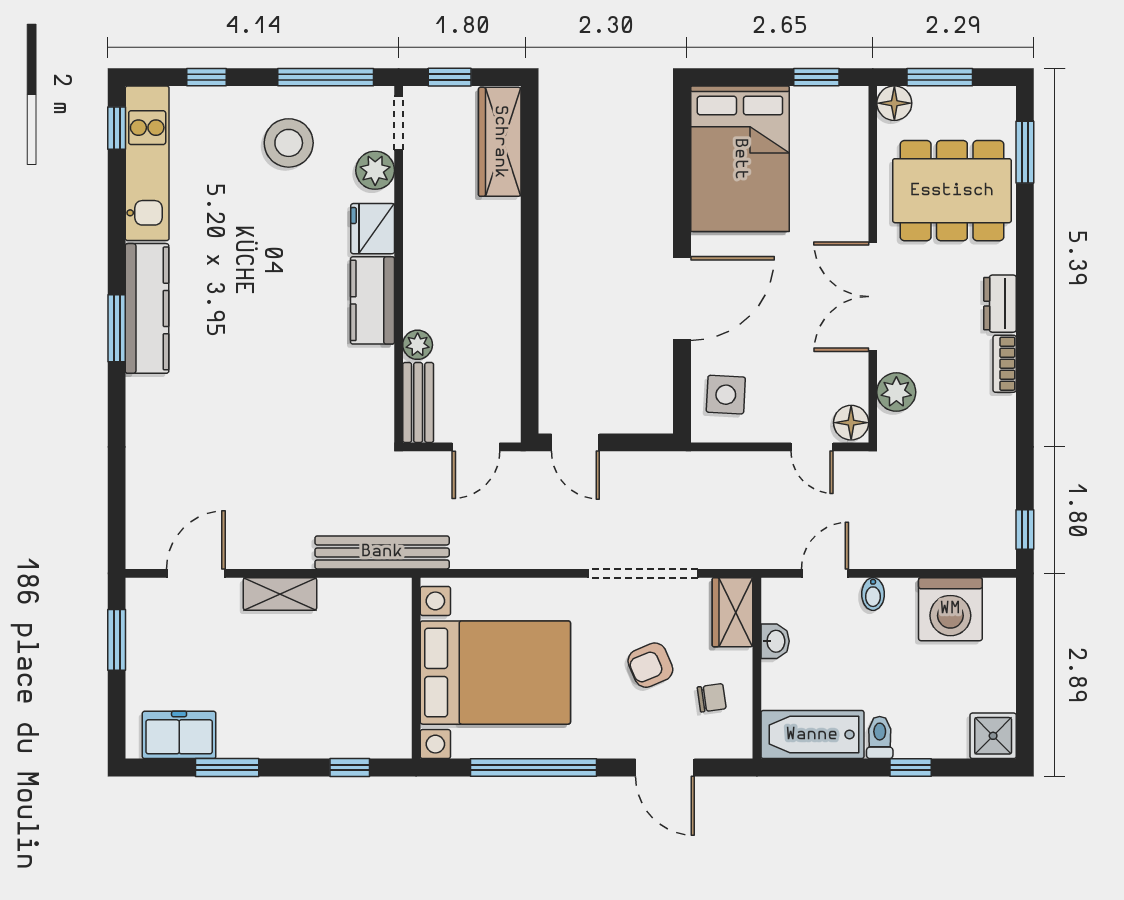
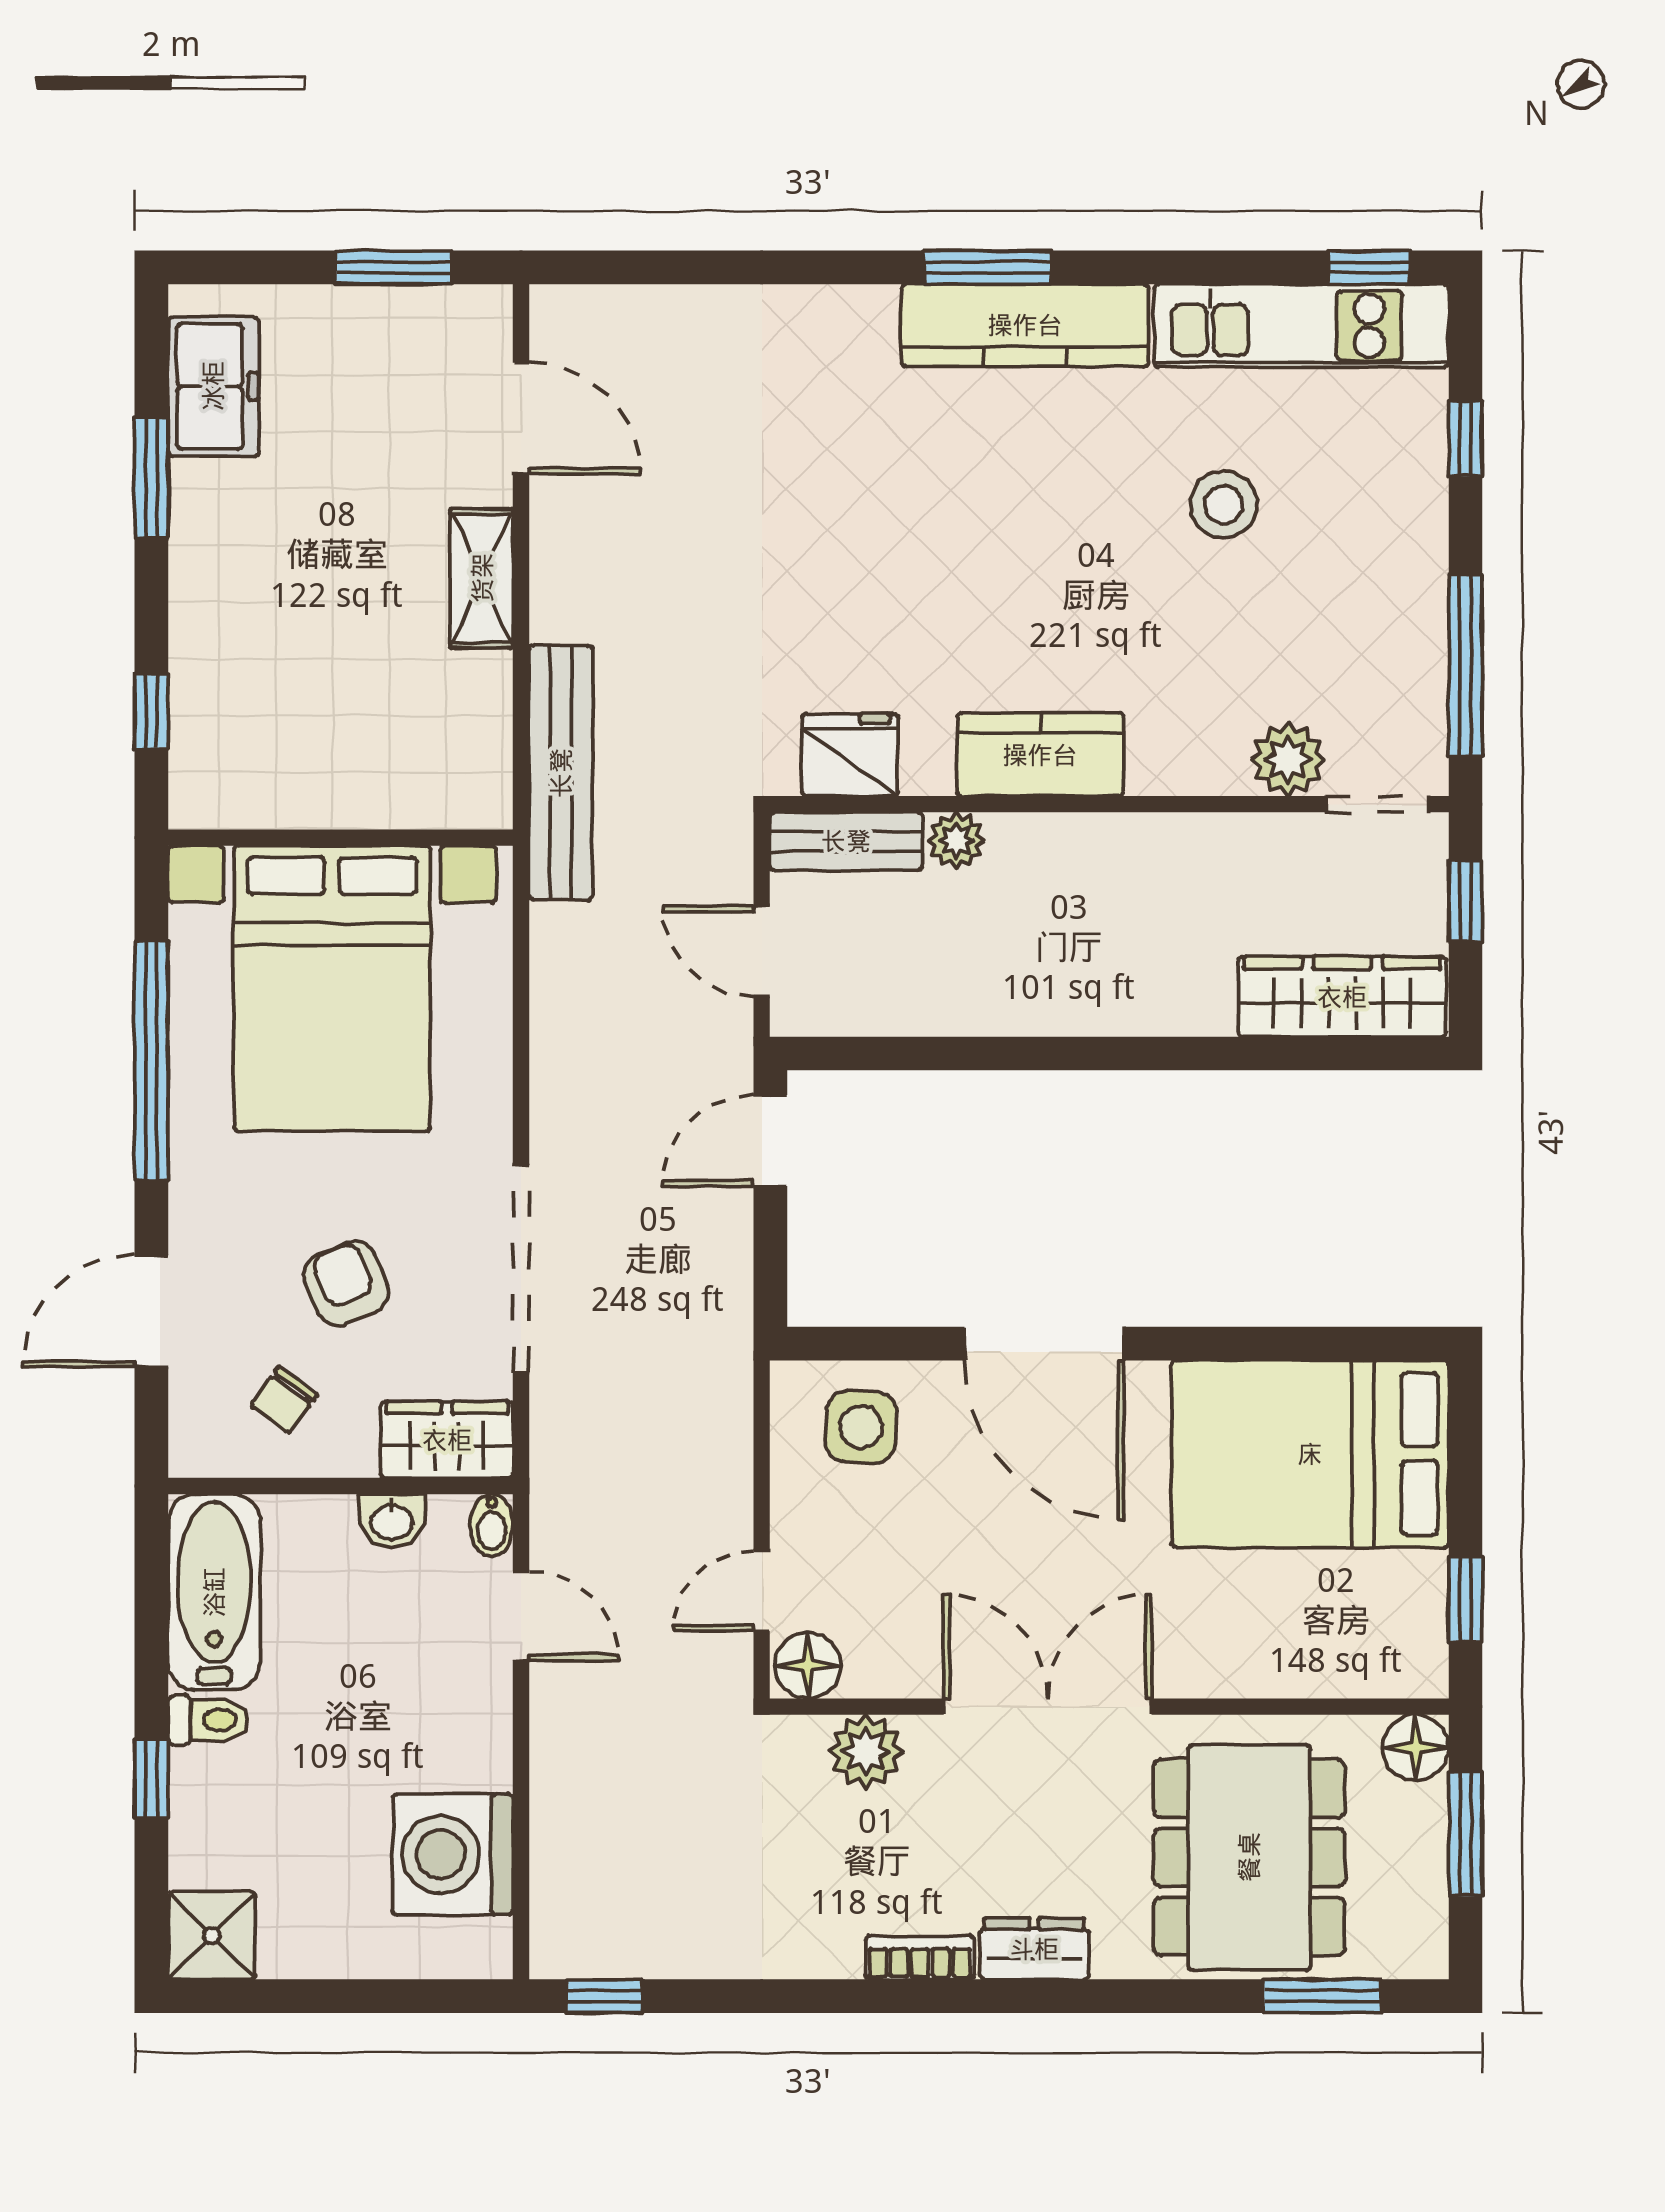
stool: (289, 143) -> (1224, 505), moved, width x0.73, depth x0.73
fridge: (373, 229) -> (850, 755), moved
bidet: (873, 594) -> (492, 1525), moved, turned -90
chair: (712, 698) -> (284, 1400), turned 44

